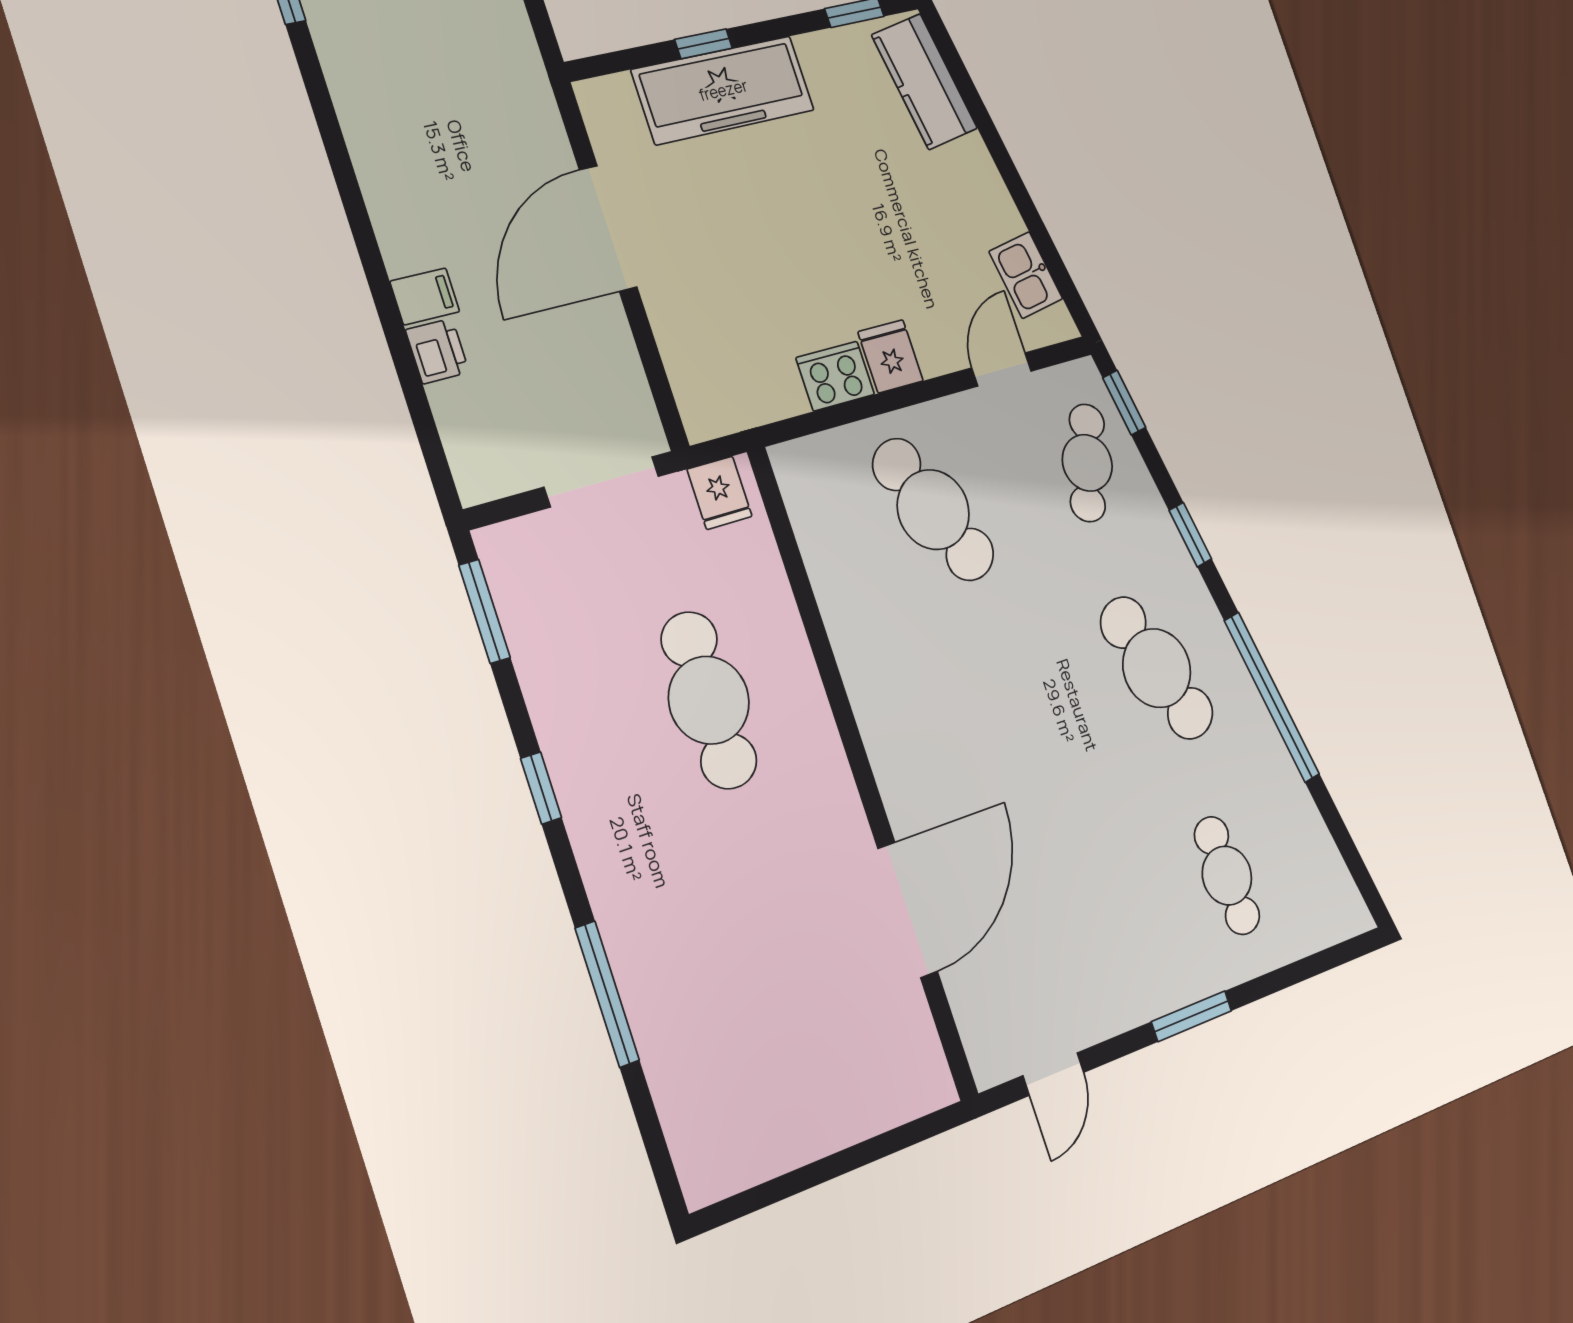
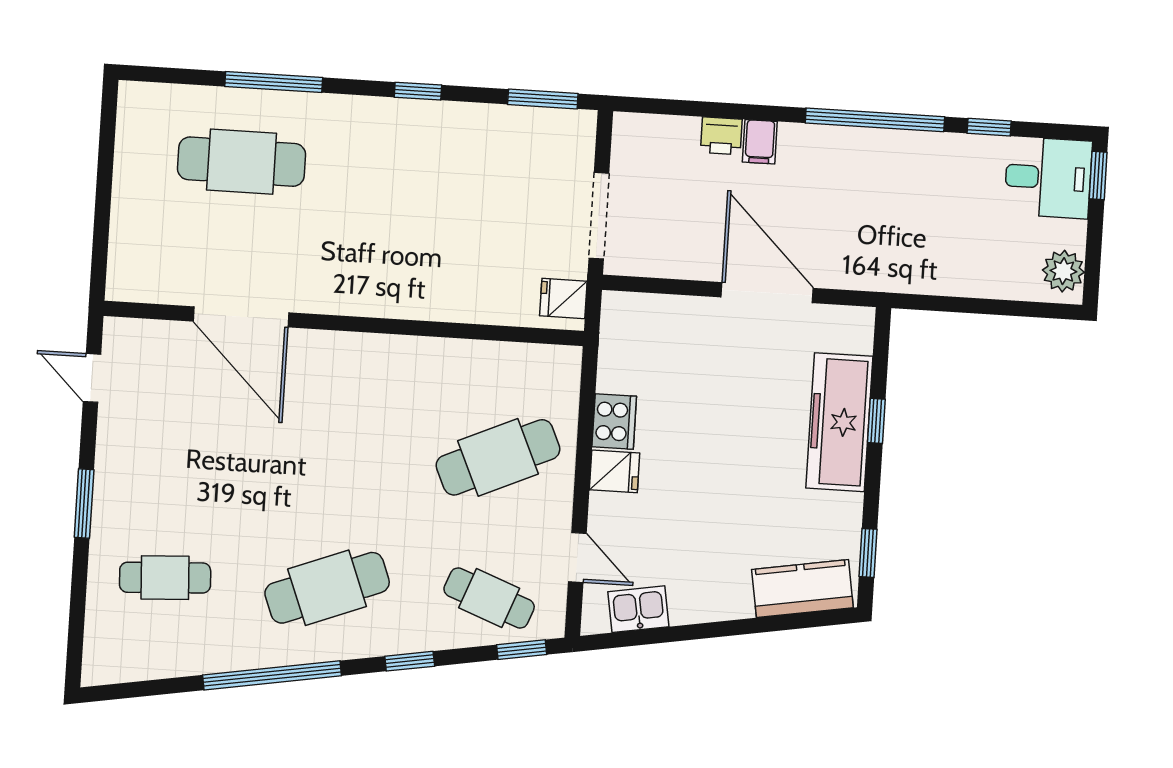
window: (336, 150) -> (875, 120), added
cafe table: (709, 700) -> (242, 162), moved

